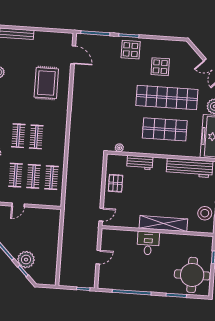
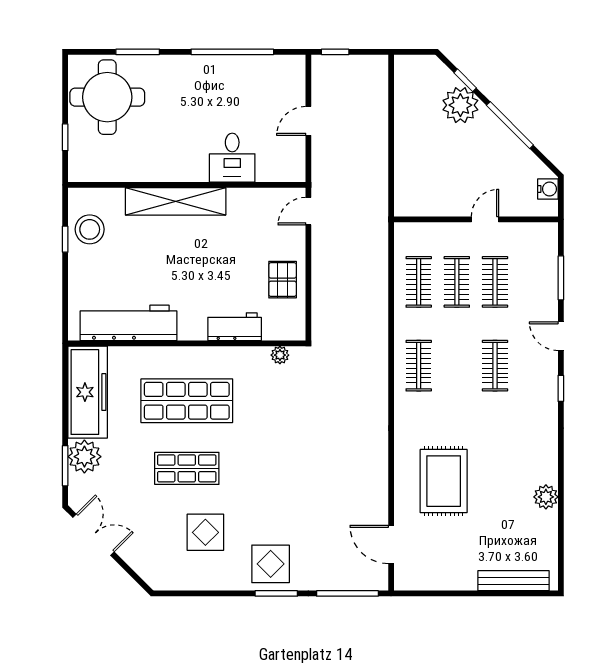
shop shelf: (167, 97) -> (187, 468), width x0.50, depth x0.74
clothes rail: (36, 137) -> (419, 366), moved
desk: (148, 243) -> (232, 158), moved

